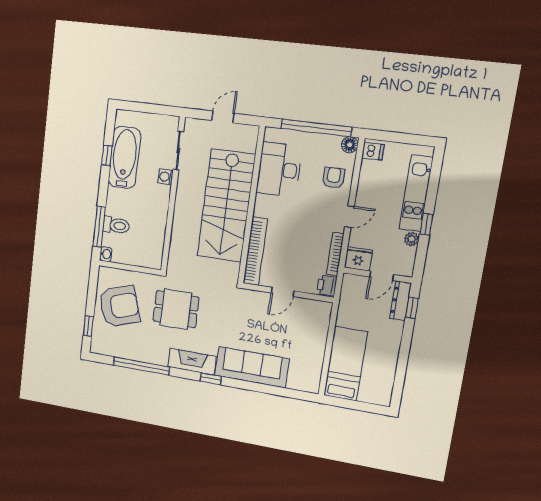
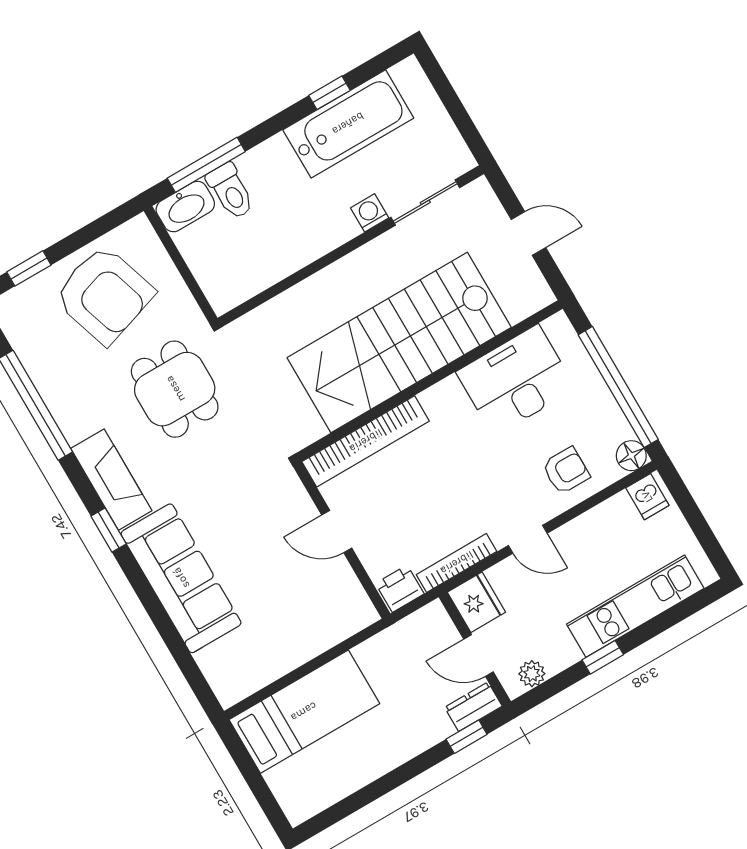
plant: (412, 239) -> (532, 674), moved
washbasin: (106, 254) -> (185, 207), width x1.91, depth x1.45
dresser: (400, 301) -> (473, 707), width x0.70

